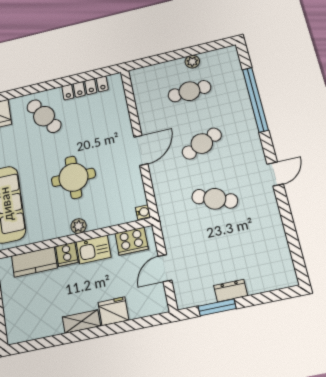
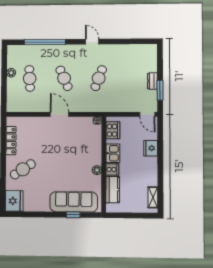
round table: (73, 177) -> (66, 158), removed
plant: (79, 226) -> (97, 170), moved
door: (165, 268) -> (147, 114), moved
shelving: (81, 322) -> (153, 197), moved

